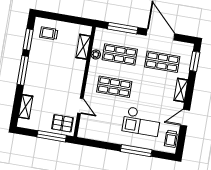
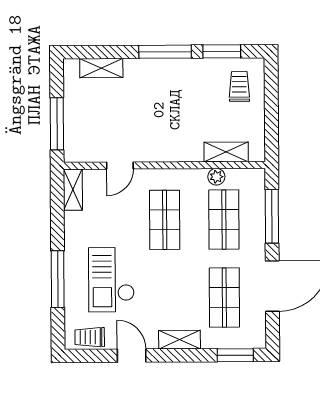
pallet: (62, 123) -> (83, 139), removed
shelving: (89, 134) -> (73, 190), added

